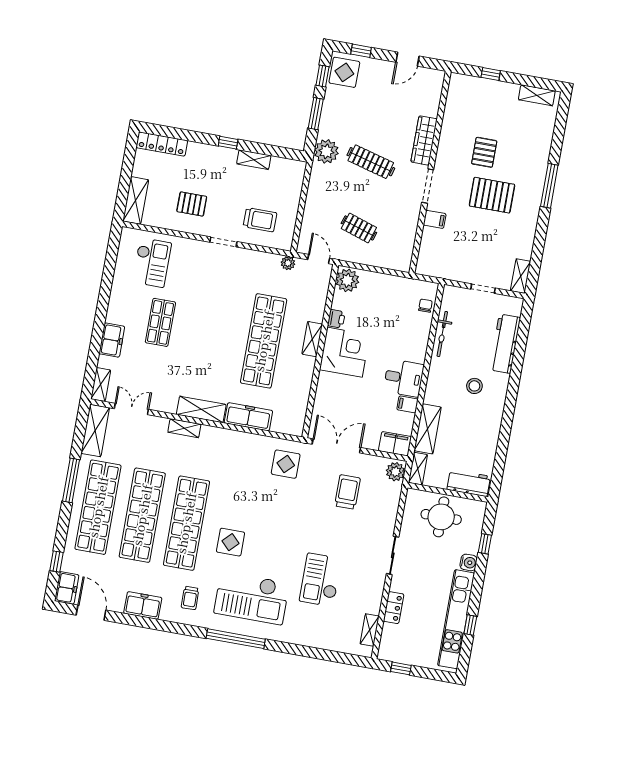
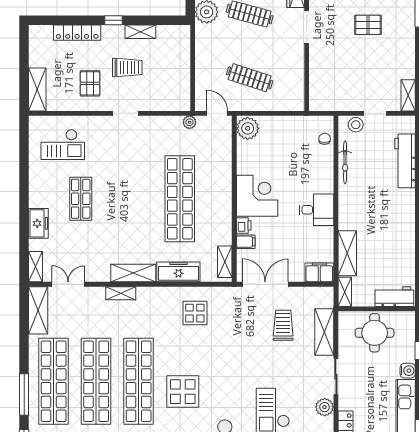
locker: (162, 144) -> (77, 33), moved
pallet: (492, 195) -> (368, 25), width x0.67, depth x0.71
pallet: (192, 204) -> (90, 83), turned 90
filing cabinet: (435, 219) -> (319, 57), removed
trolley: (260, 220) -> (127, 68), moved
clothes rail: (359, 228) -> (250, 78), width x1.36
checkout: (152, 263) -> (63, 145), turned 90
printer: (336, 319) -> (244, 225), moved
shelving: (312, 339) -> (225, 262), moved
stool: (474, 386) -> (356, 125), moved
filing cabinet: (407, 404) -> (246, 242), moved, turned 180
display table: (286, 464) -> (195, 313), moved
plant: (396, 472) -> (325, 407), moved
window: (71, 480) -> (24, 394), moved
shelving: (389, 507) -> (324, 332), added
display table: (231, 542) -> (183, 392), width x1.36, depth x1.36

